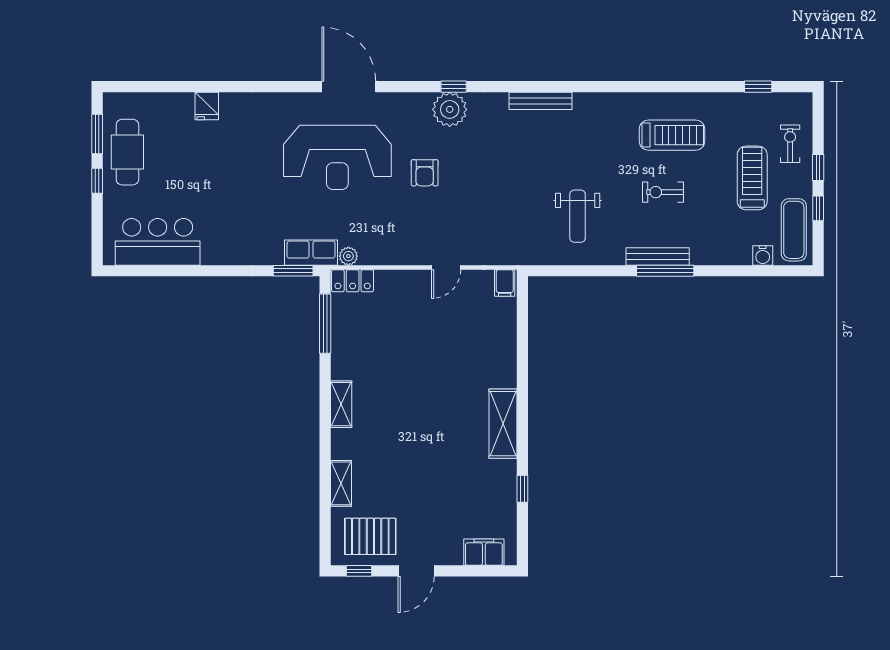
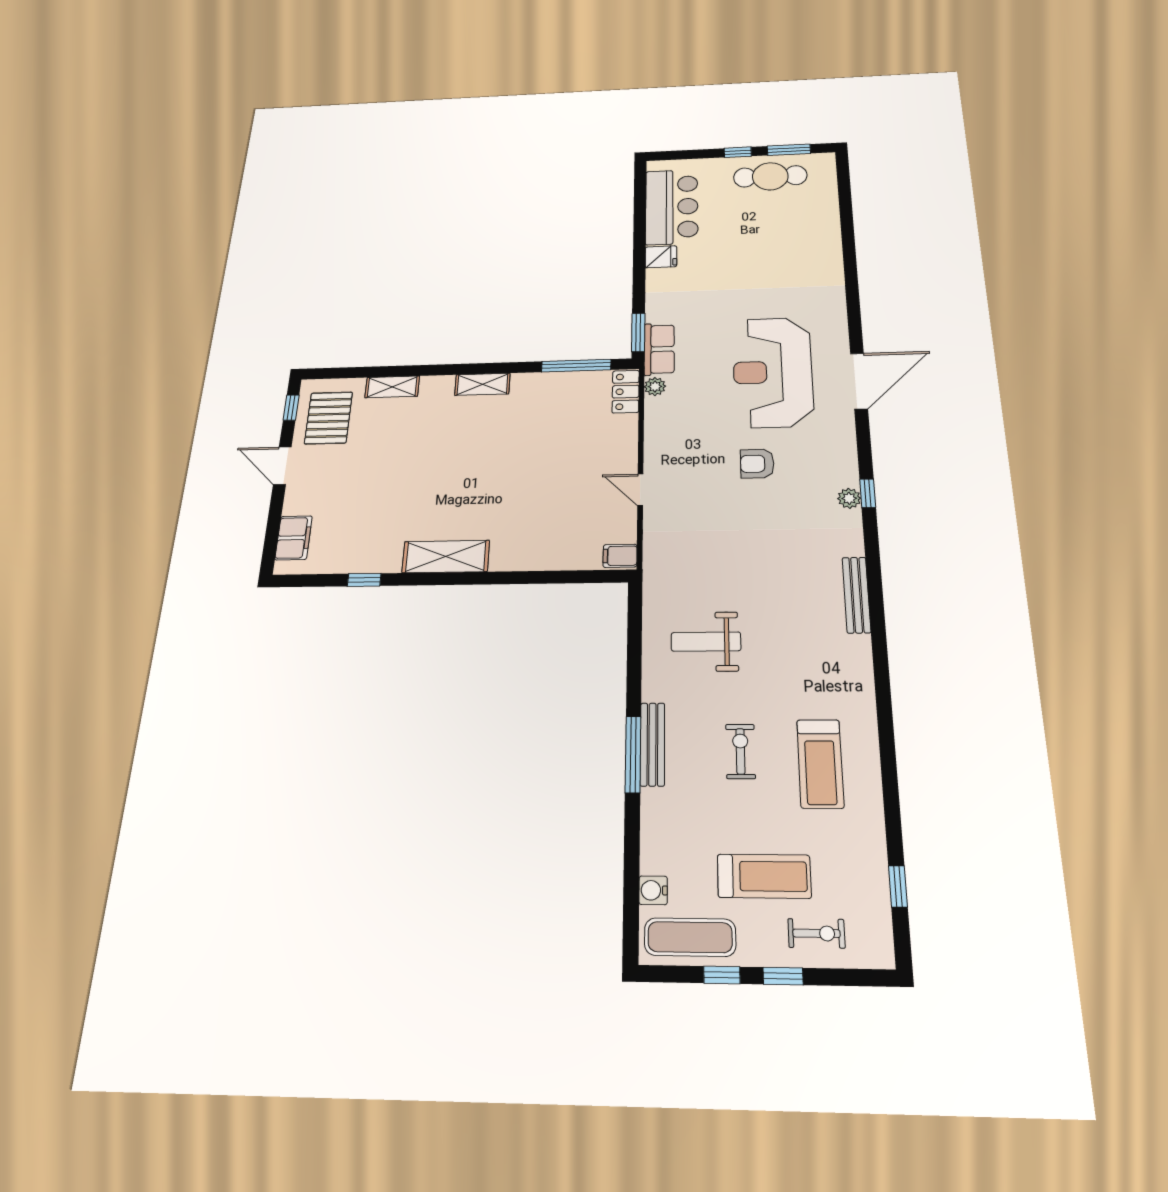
fridge: (207, 106) -> (661, 257), moved, turned 180
plant: (450, 109) -> (849, 498), width x0.53, depth x0.53

